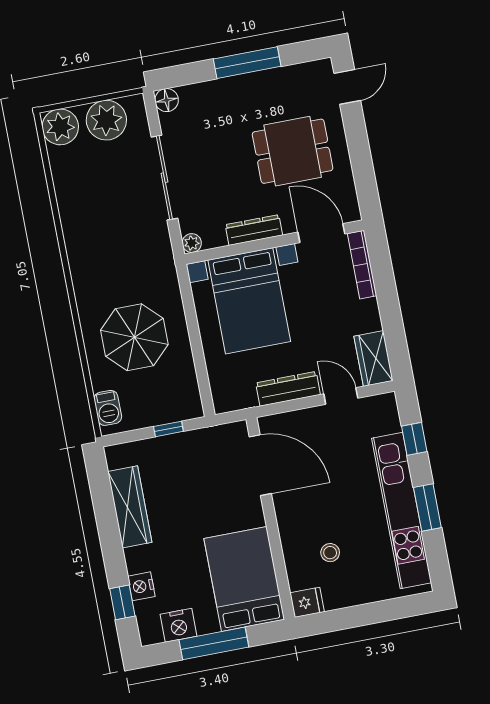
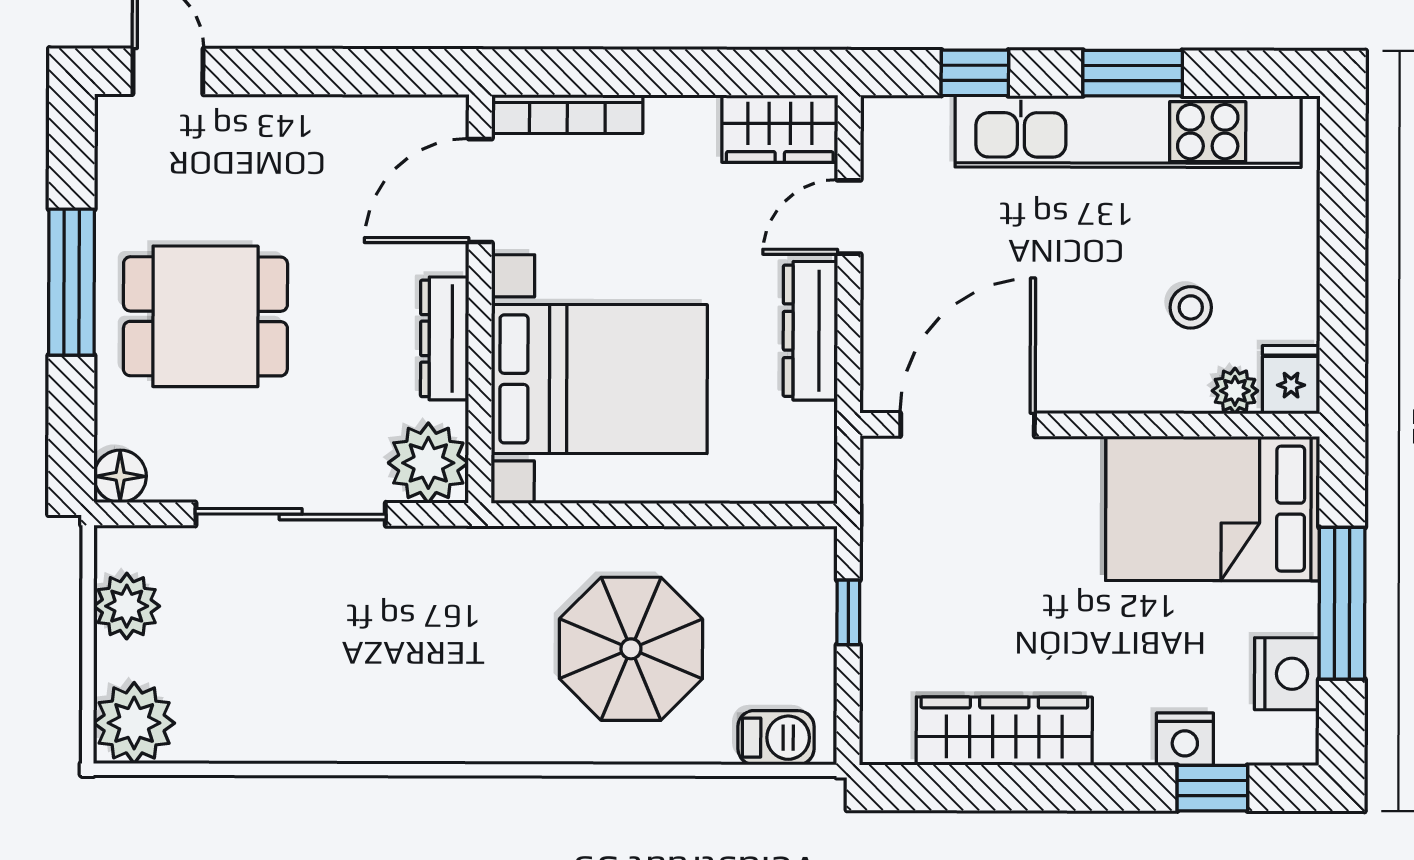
plant: (106, 120) -> (127, 606), width x0.73, depth x0.73
dining table: (293, 151) -> (205, 316), moved, turned 90
plant: (192, 243) -> (428, 463), width x1.87, depth x1.87
plant: (297, 579) -> (1235, 391), added

